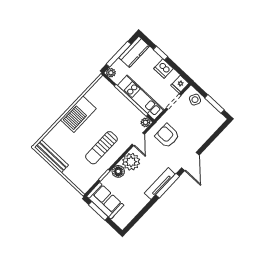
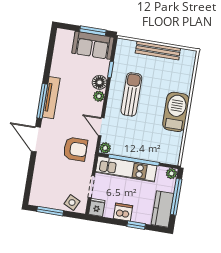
bench: (51, 156) -> (158, 51), moved
plant: (131, 162) -> (99, 96), width x0.53, depth x0.53

